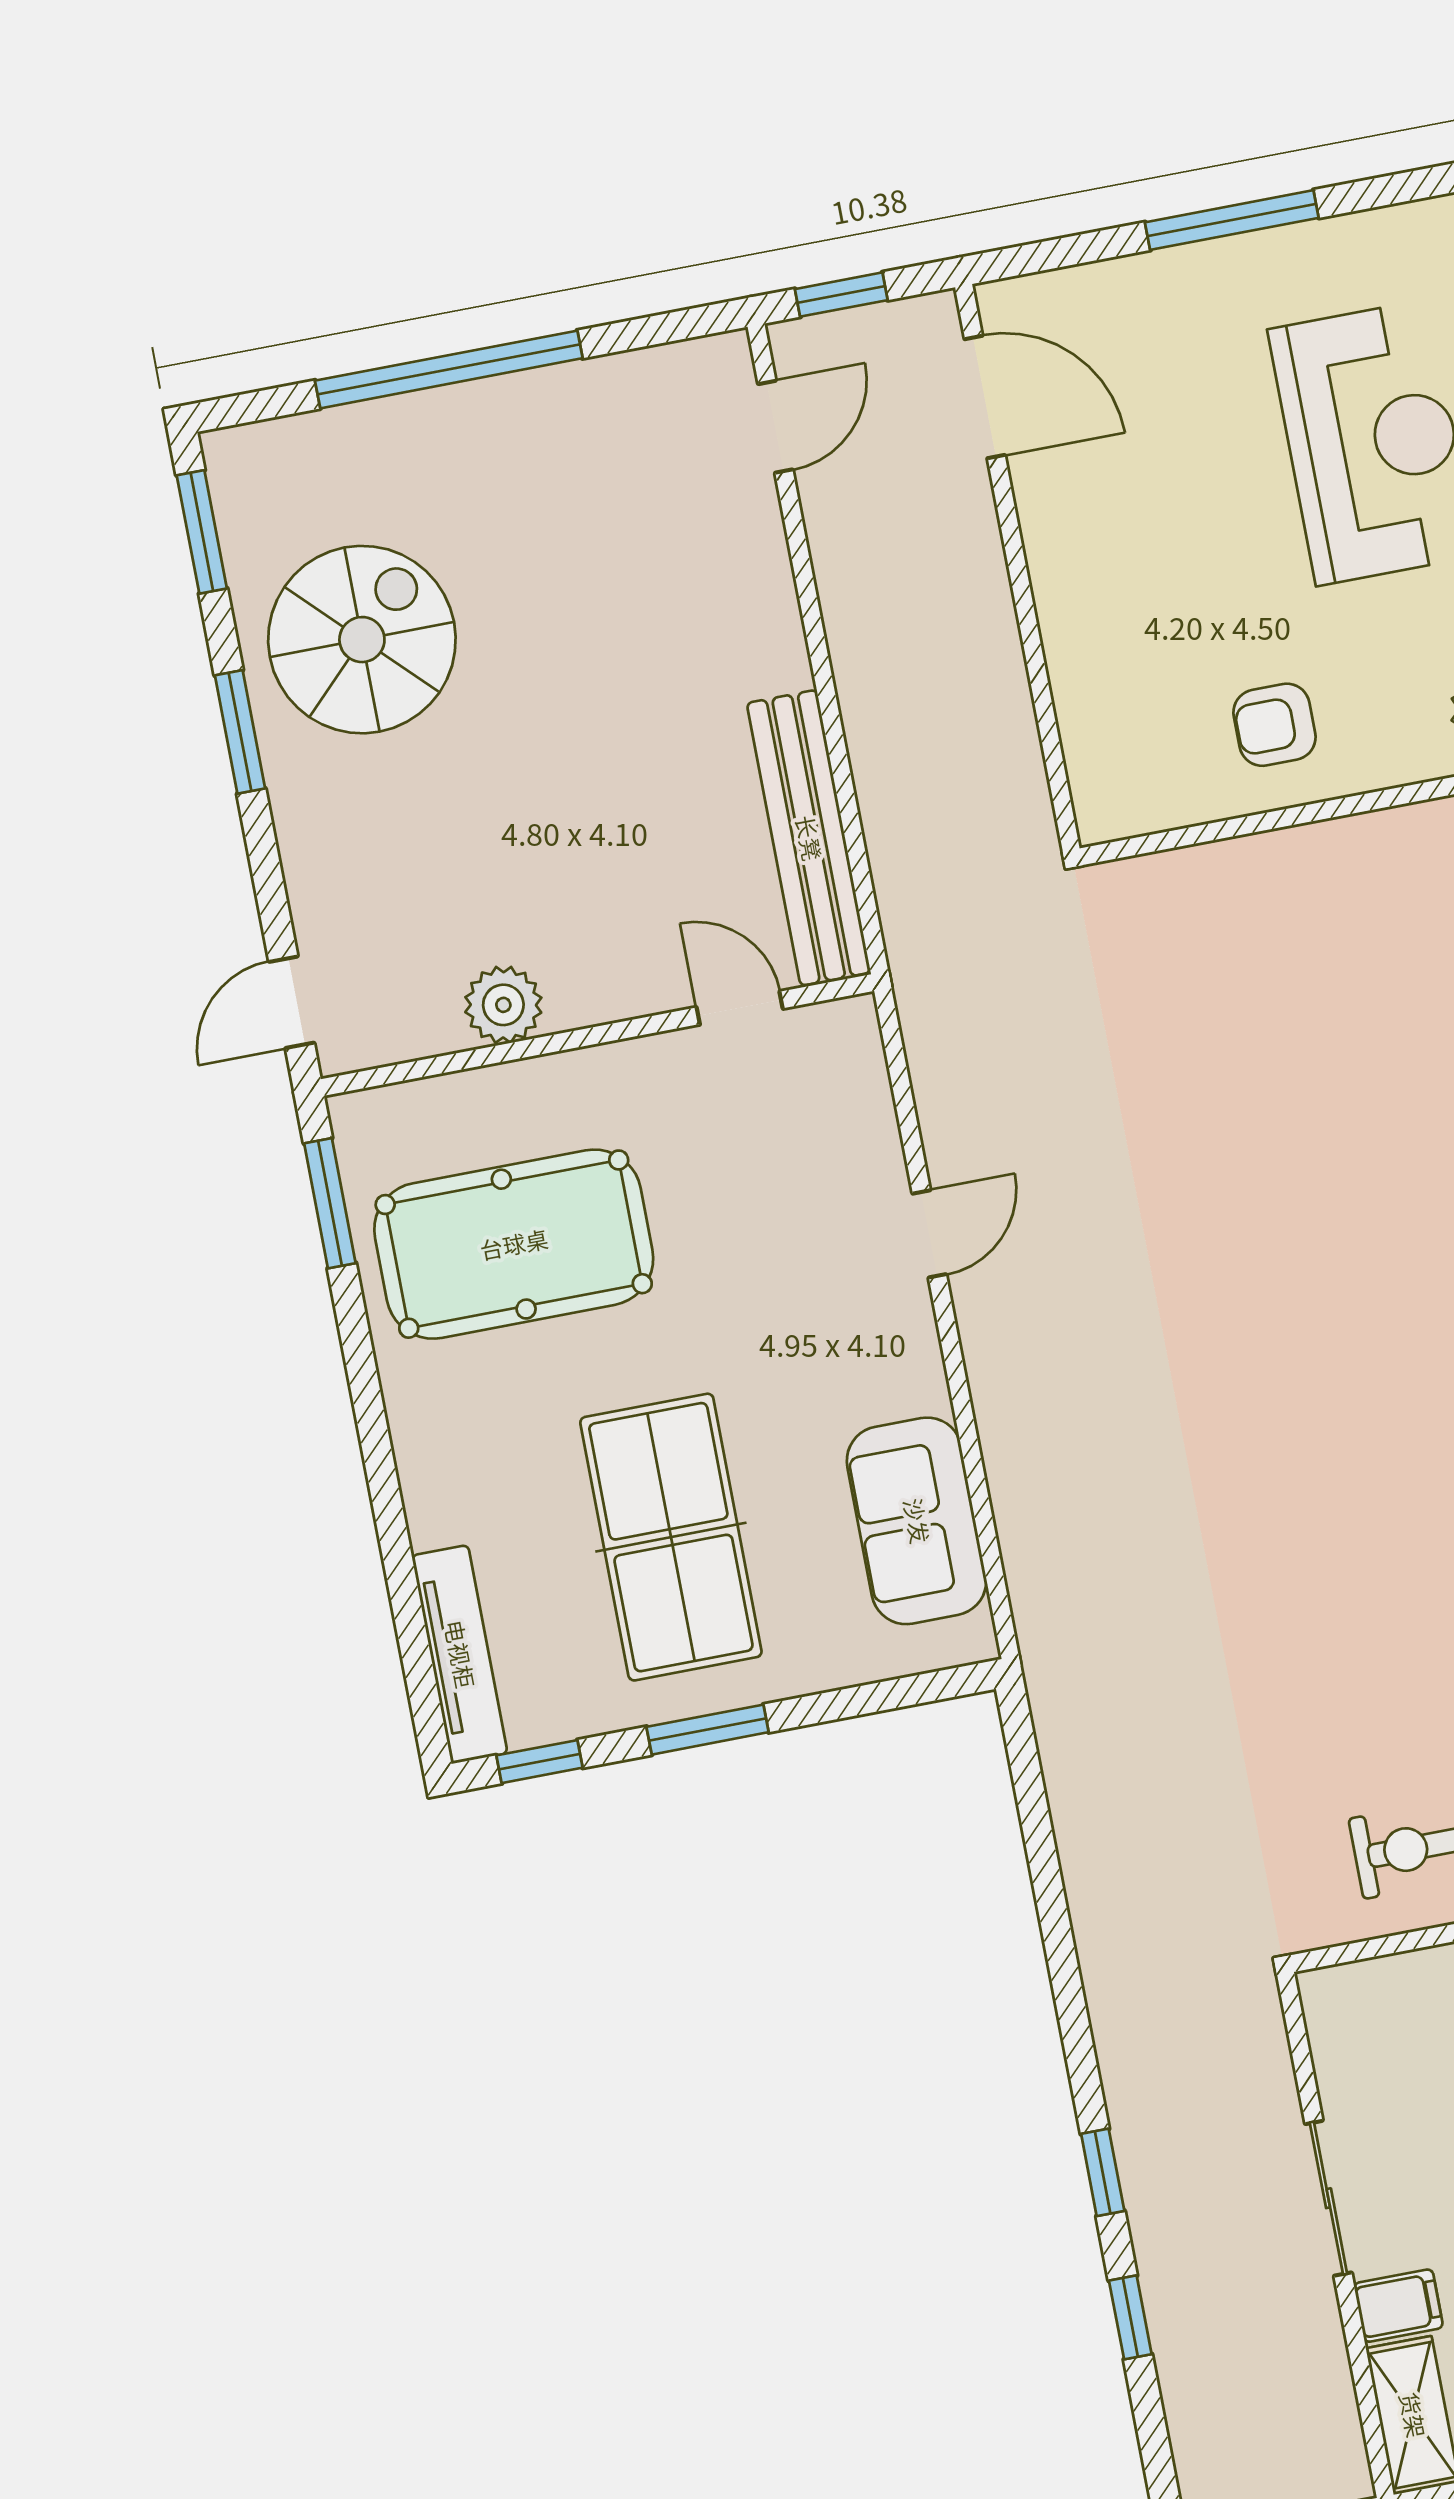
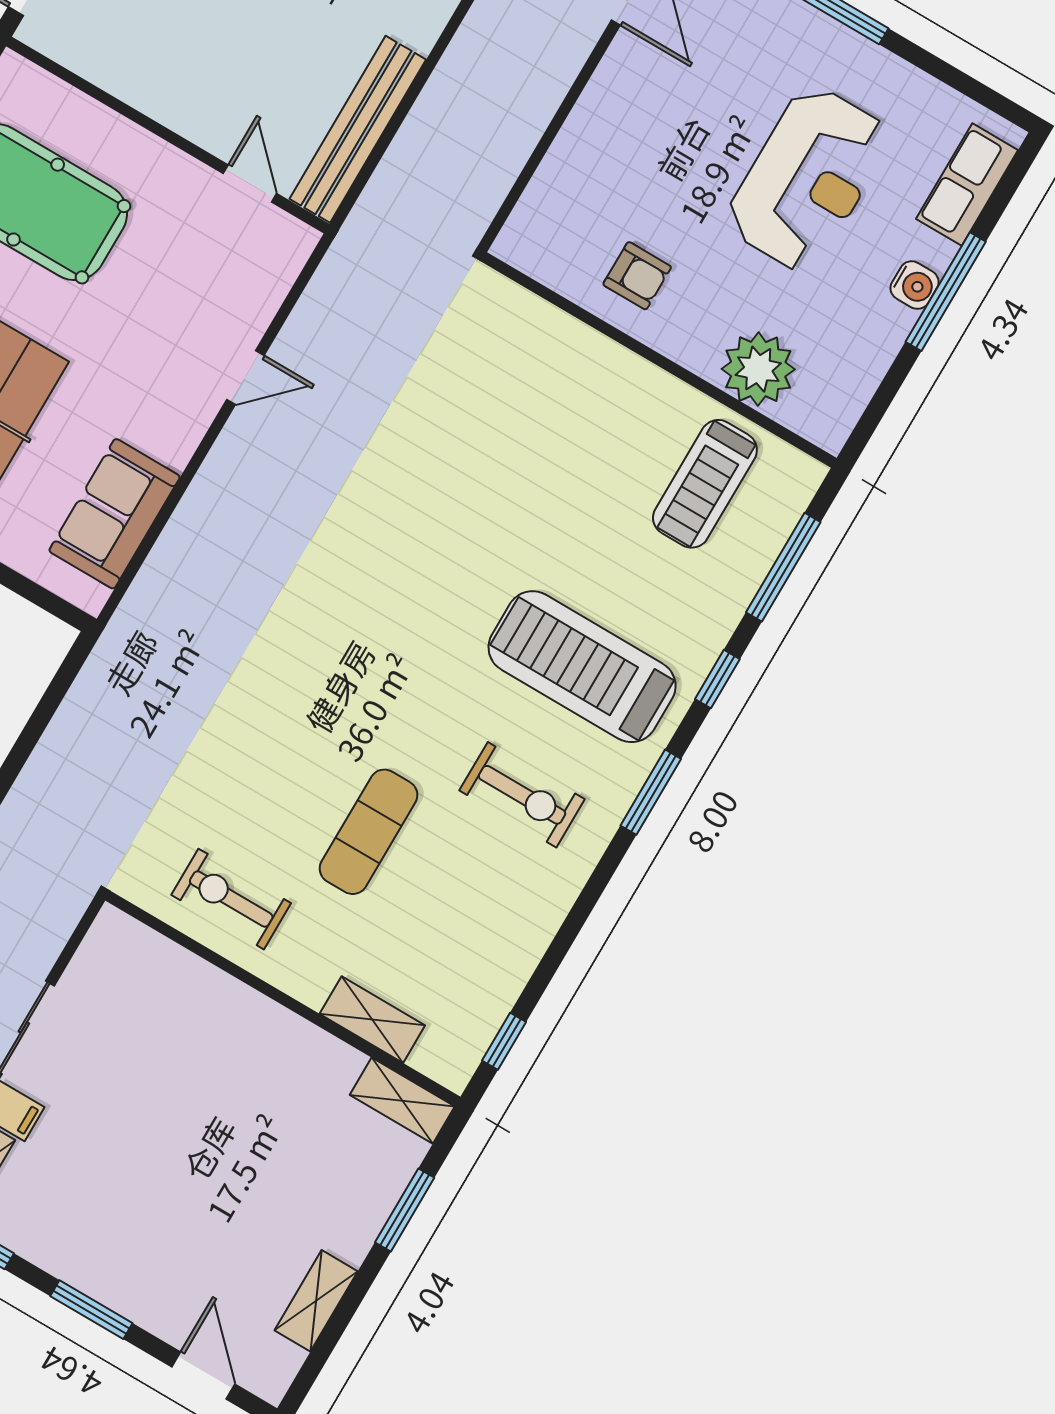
armchair: (1275, 725) -> (637, 276), turned 180
plant: (503, 1005) -> (134, 79), removed

